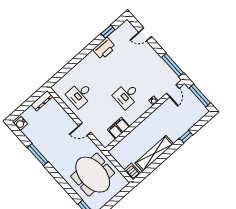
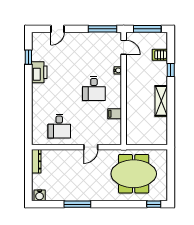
filing cabinet: (119, 128) -> (115, 114), width x0.50
shelving: (154, 153) -> (161, 101), width x0.68
server rack: (132, 171) -> (160, 55), moved

